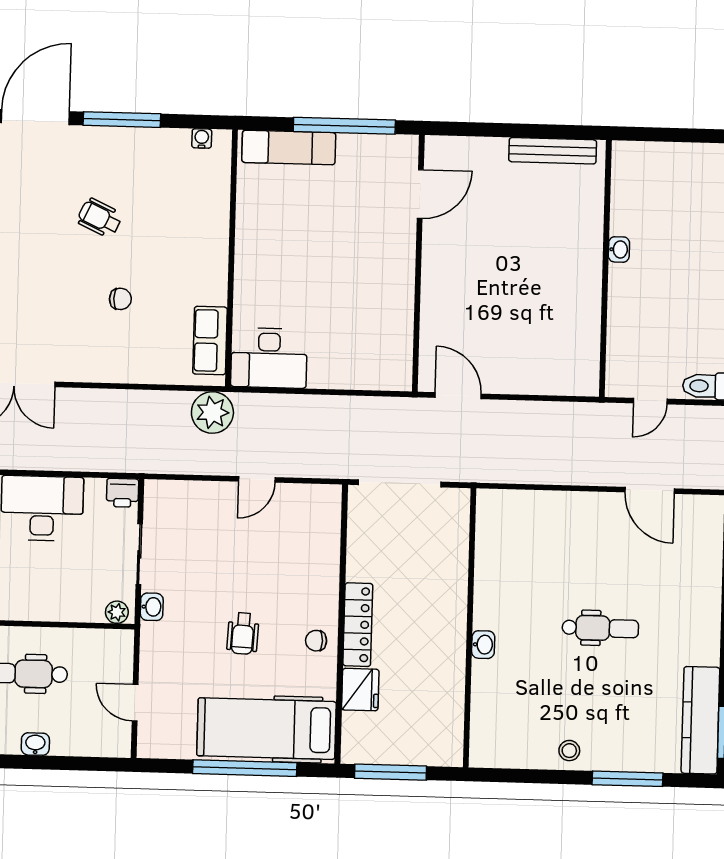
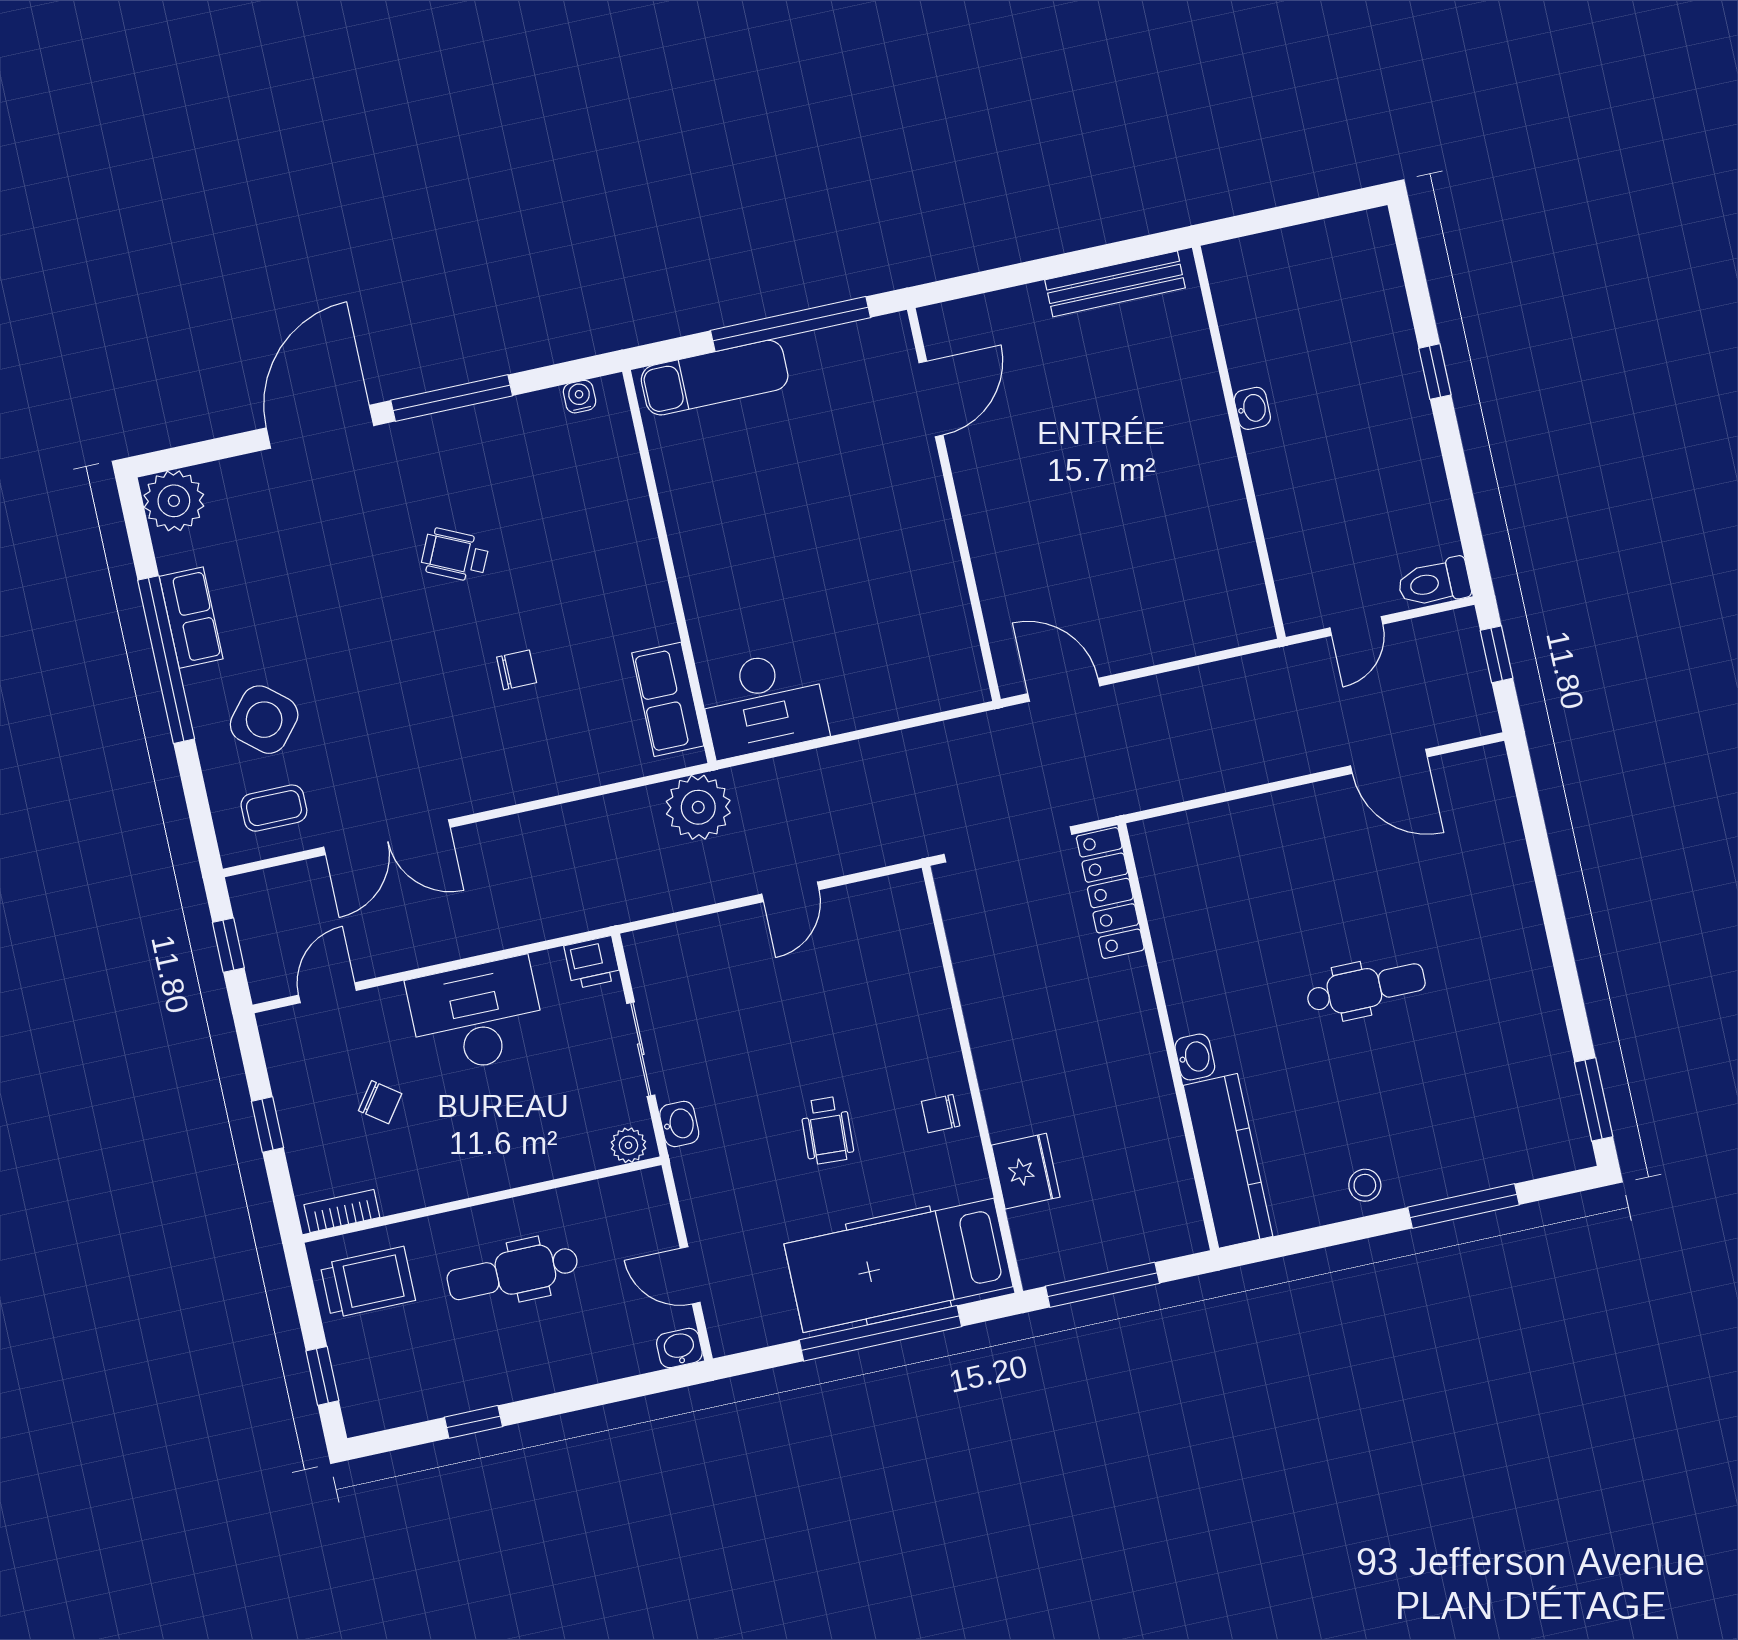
locker: (358, 625) -> (1110, 893), moved, turned 180
kitchen counter: (700, 720) -> (1228, 1161), moved, turned 180
washbasin: (35, 744) -> (679, 1348), moved

